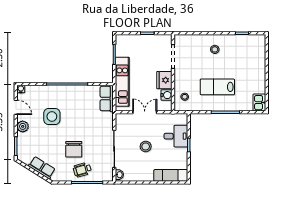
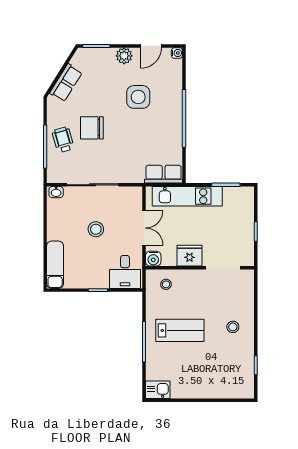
lab bench: (217, 87) -> (180, 330), turned 90
water cooler: (166, 95) -> (153, 259), moved
desk: (176, 136) -> (125, 272), moved

